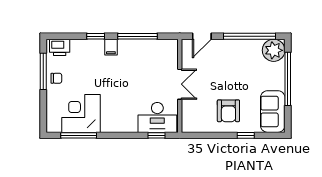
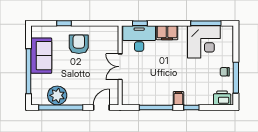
plant: (274, 50) -> (57, 95), moved
sofa: (273, 112) -> (41, 56), moved
filing cabinet: (124, 124) -> (167, 33), added

